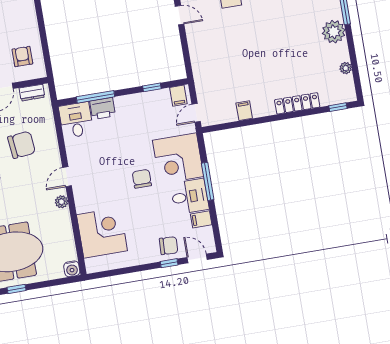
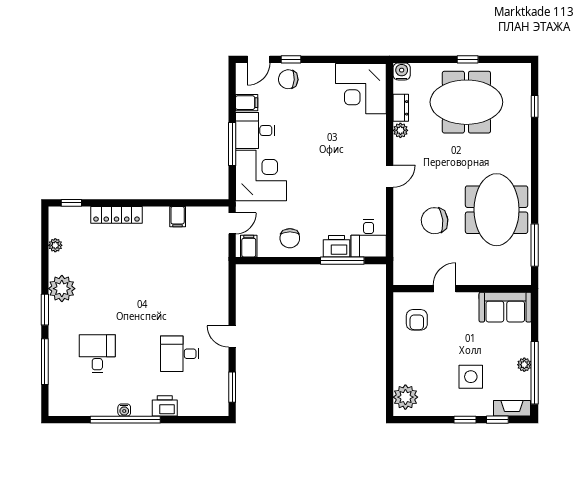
window: (152, 87) -> (277, 261), removed
dresser: (32, 93) -> (401, 108), moved, turned 90
chair: (142, 179) -> (290, 238), moved
plant: (61, 202) -> (400, 130), moved
corner desk: (102, 233) -> (361, 89), moved
door: (197, 258) -> (259, 59), hinge flipped

